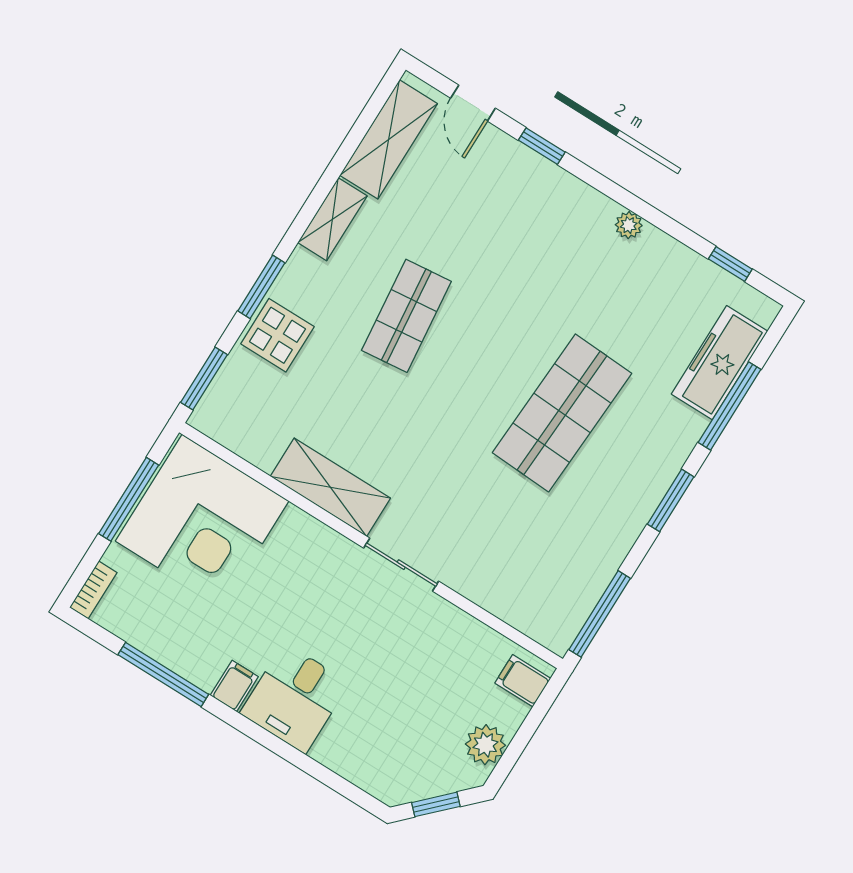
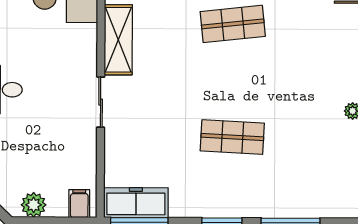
freezer: (719, 363) -> (136, 203), moved
shop shelf: (562, 413) -> (232, 137), width x0.70, depth x0.74

